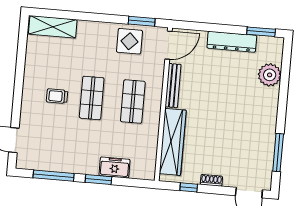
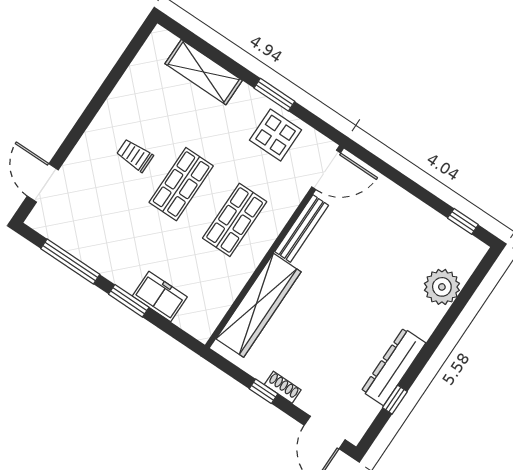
window: (142, 21) -> (274, 95), moved
shelving: (53, 27) -> (204, 72), moved
window: (261, 32) -> (463, 221), width x0.67
dresser: (232, 42) -> (393, 367), moved, turned 90
window: (278, 153) -> (395, 400), width x0.46
window: (189, 187) -> (264, 391), moved

